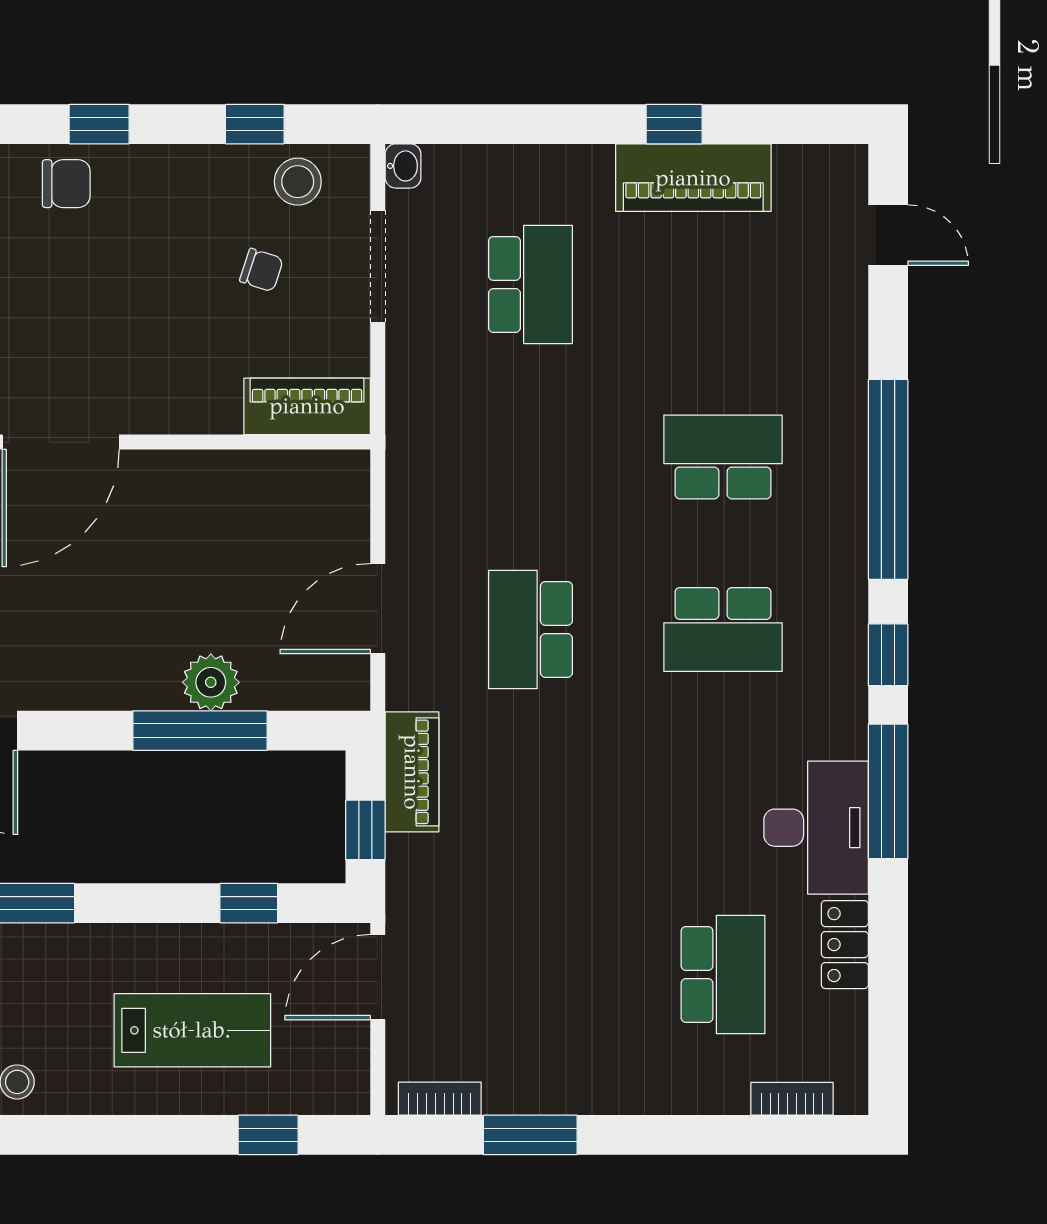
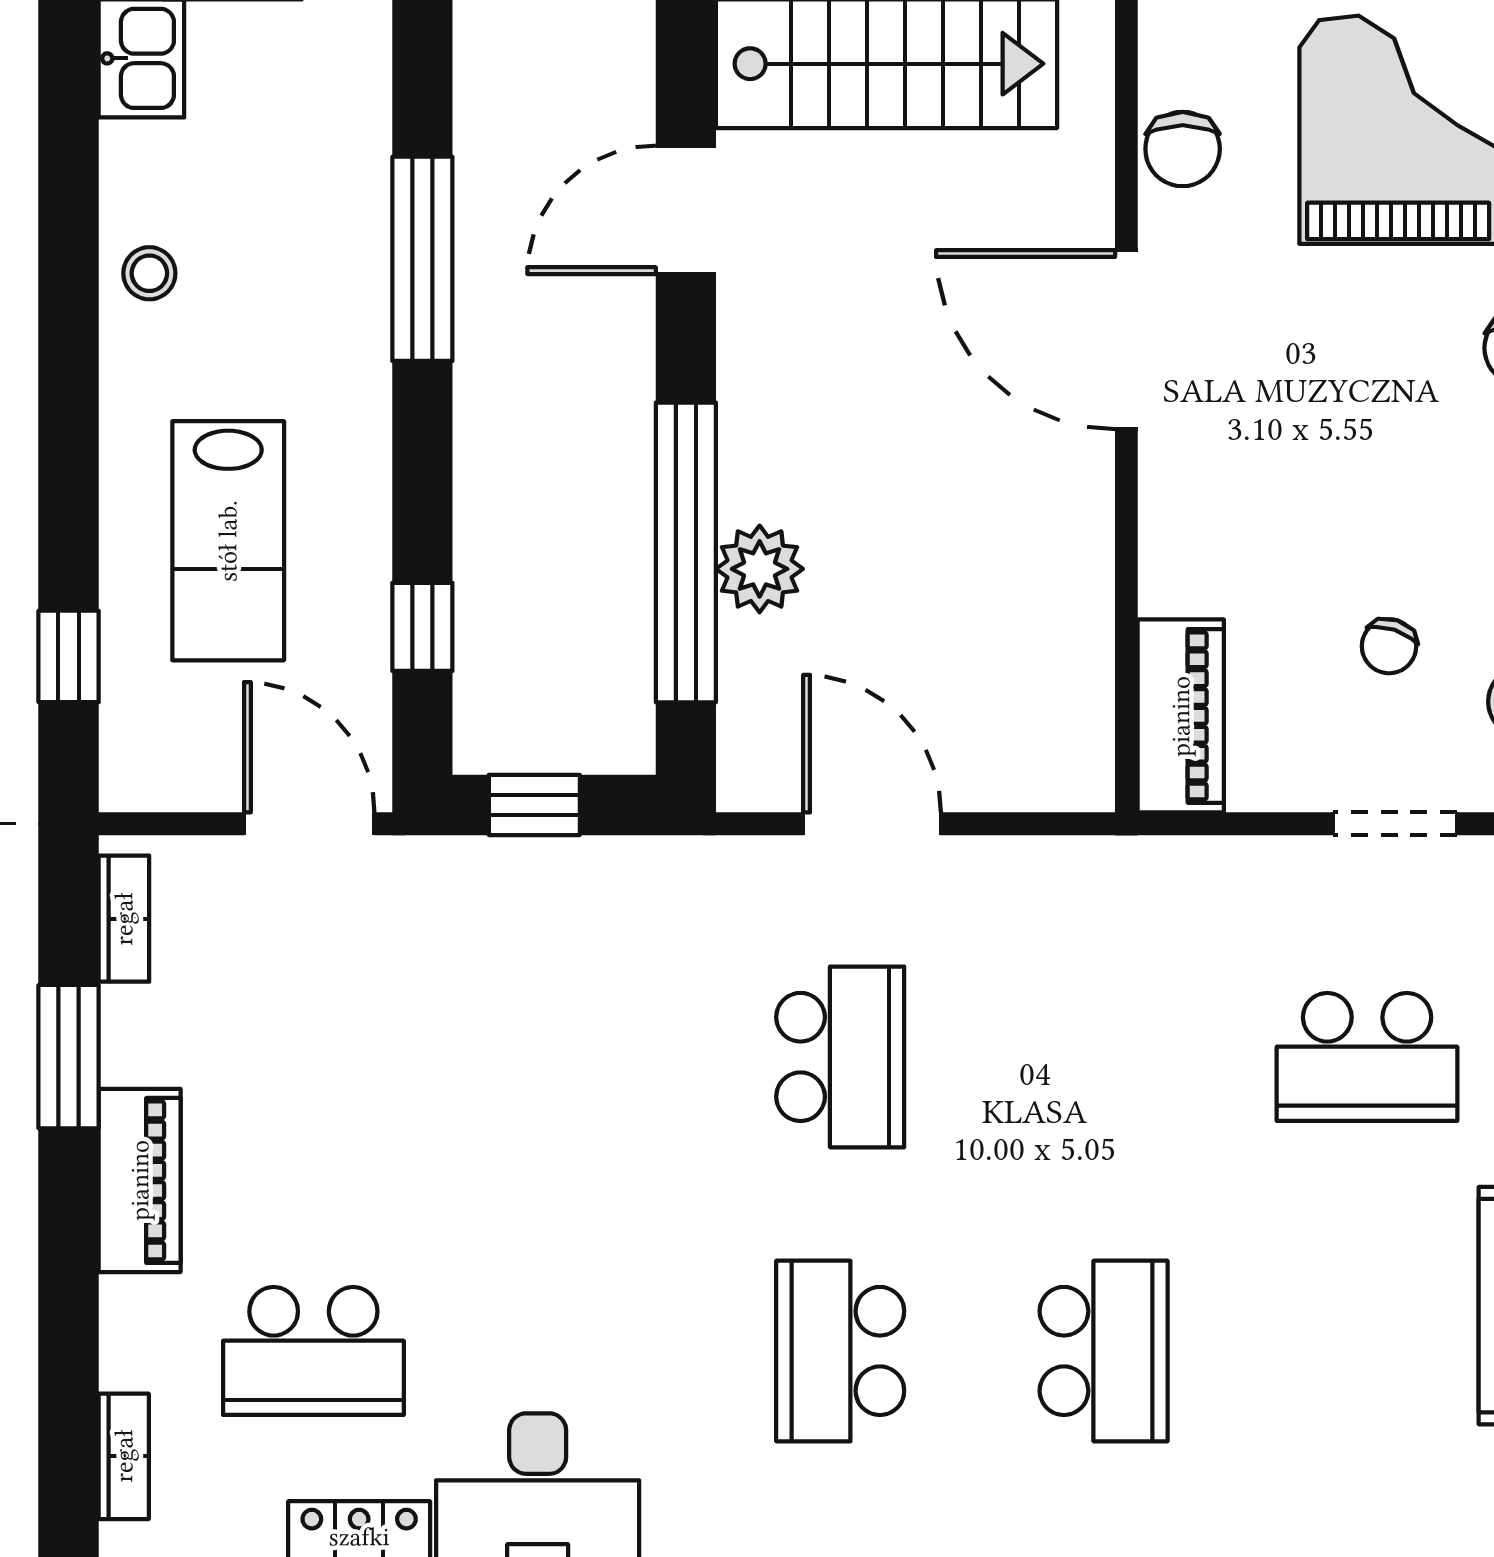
doorway: (378, 266) -> (1395, 824), width x0.73
school desk: (530, 629) -> (840, 1057), turned 90
window: (200, 731) -> (686, 552), width x1.46
piano: (412, 772) -> (140, 1180), moved, turned -90

